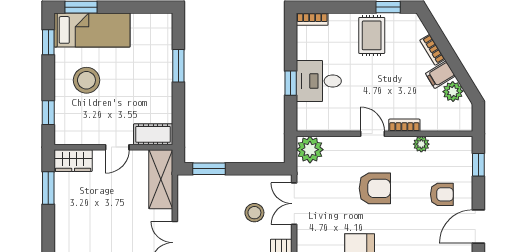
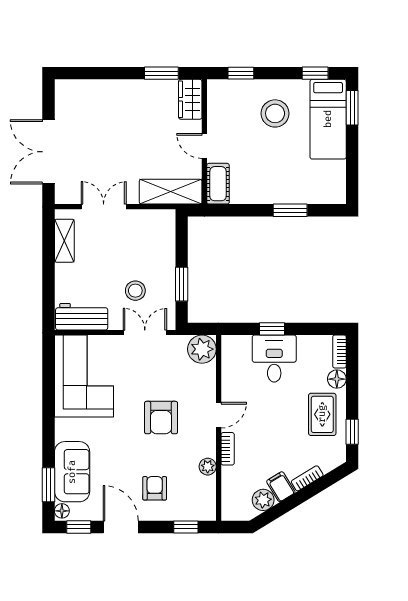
floor lamp: (338, 22) -> (337, 379), added
rug: (372, 35) -> (322, 414), turned 90
window: (209, 169) -> (182, 284), moved
armchair: (442, 194) -> (155, 488), turned 180

